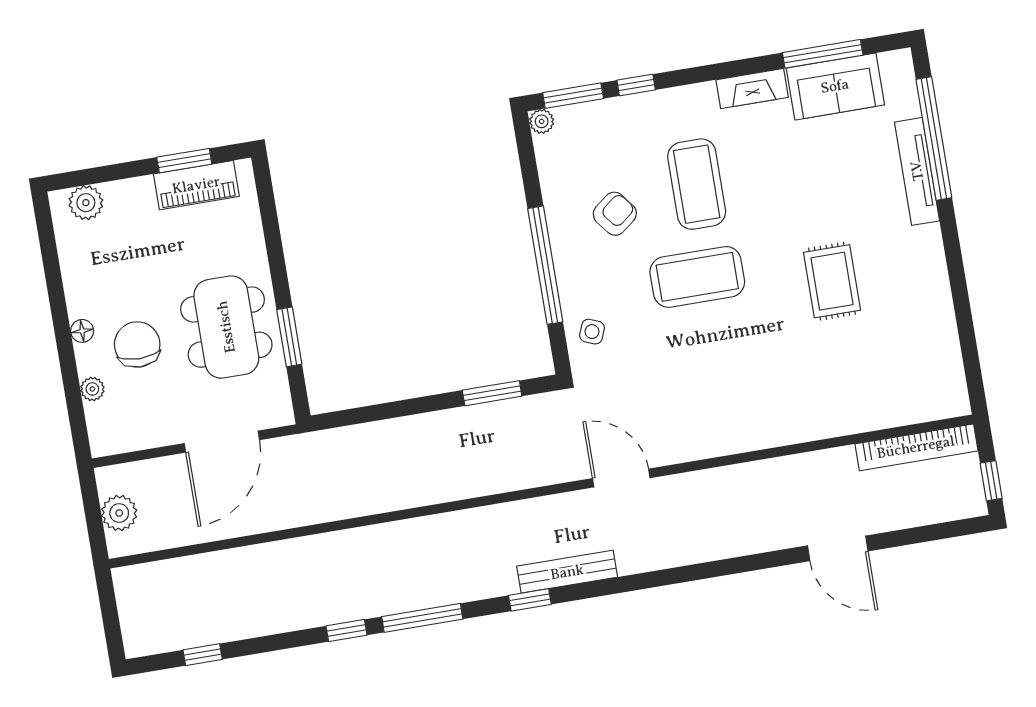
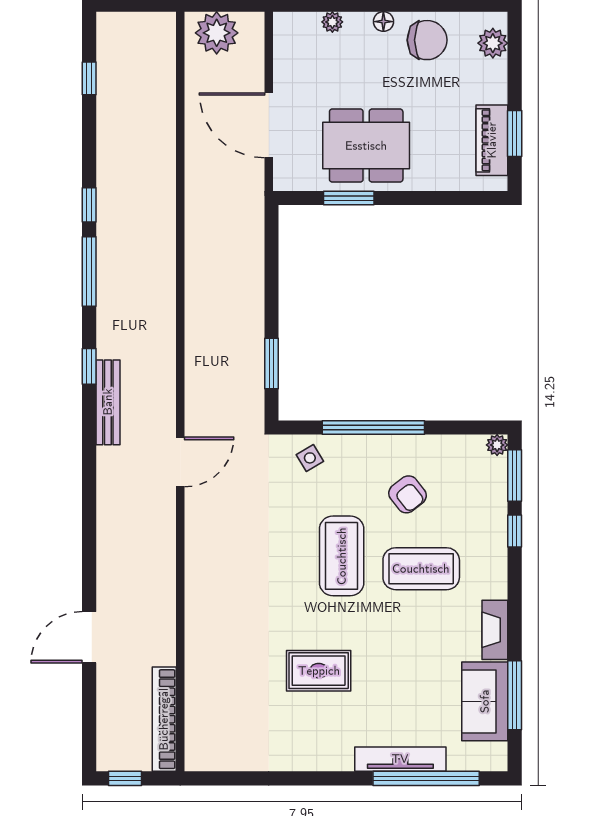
side table: (592, 332) -> (310, 458), turned 37
chair: (137, 345) -> (427, 40), moved
plant: (119, 513) -> (217, 33), width x1.36, depth x1.36

